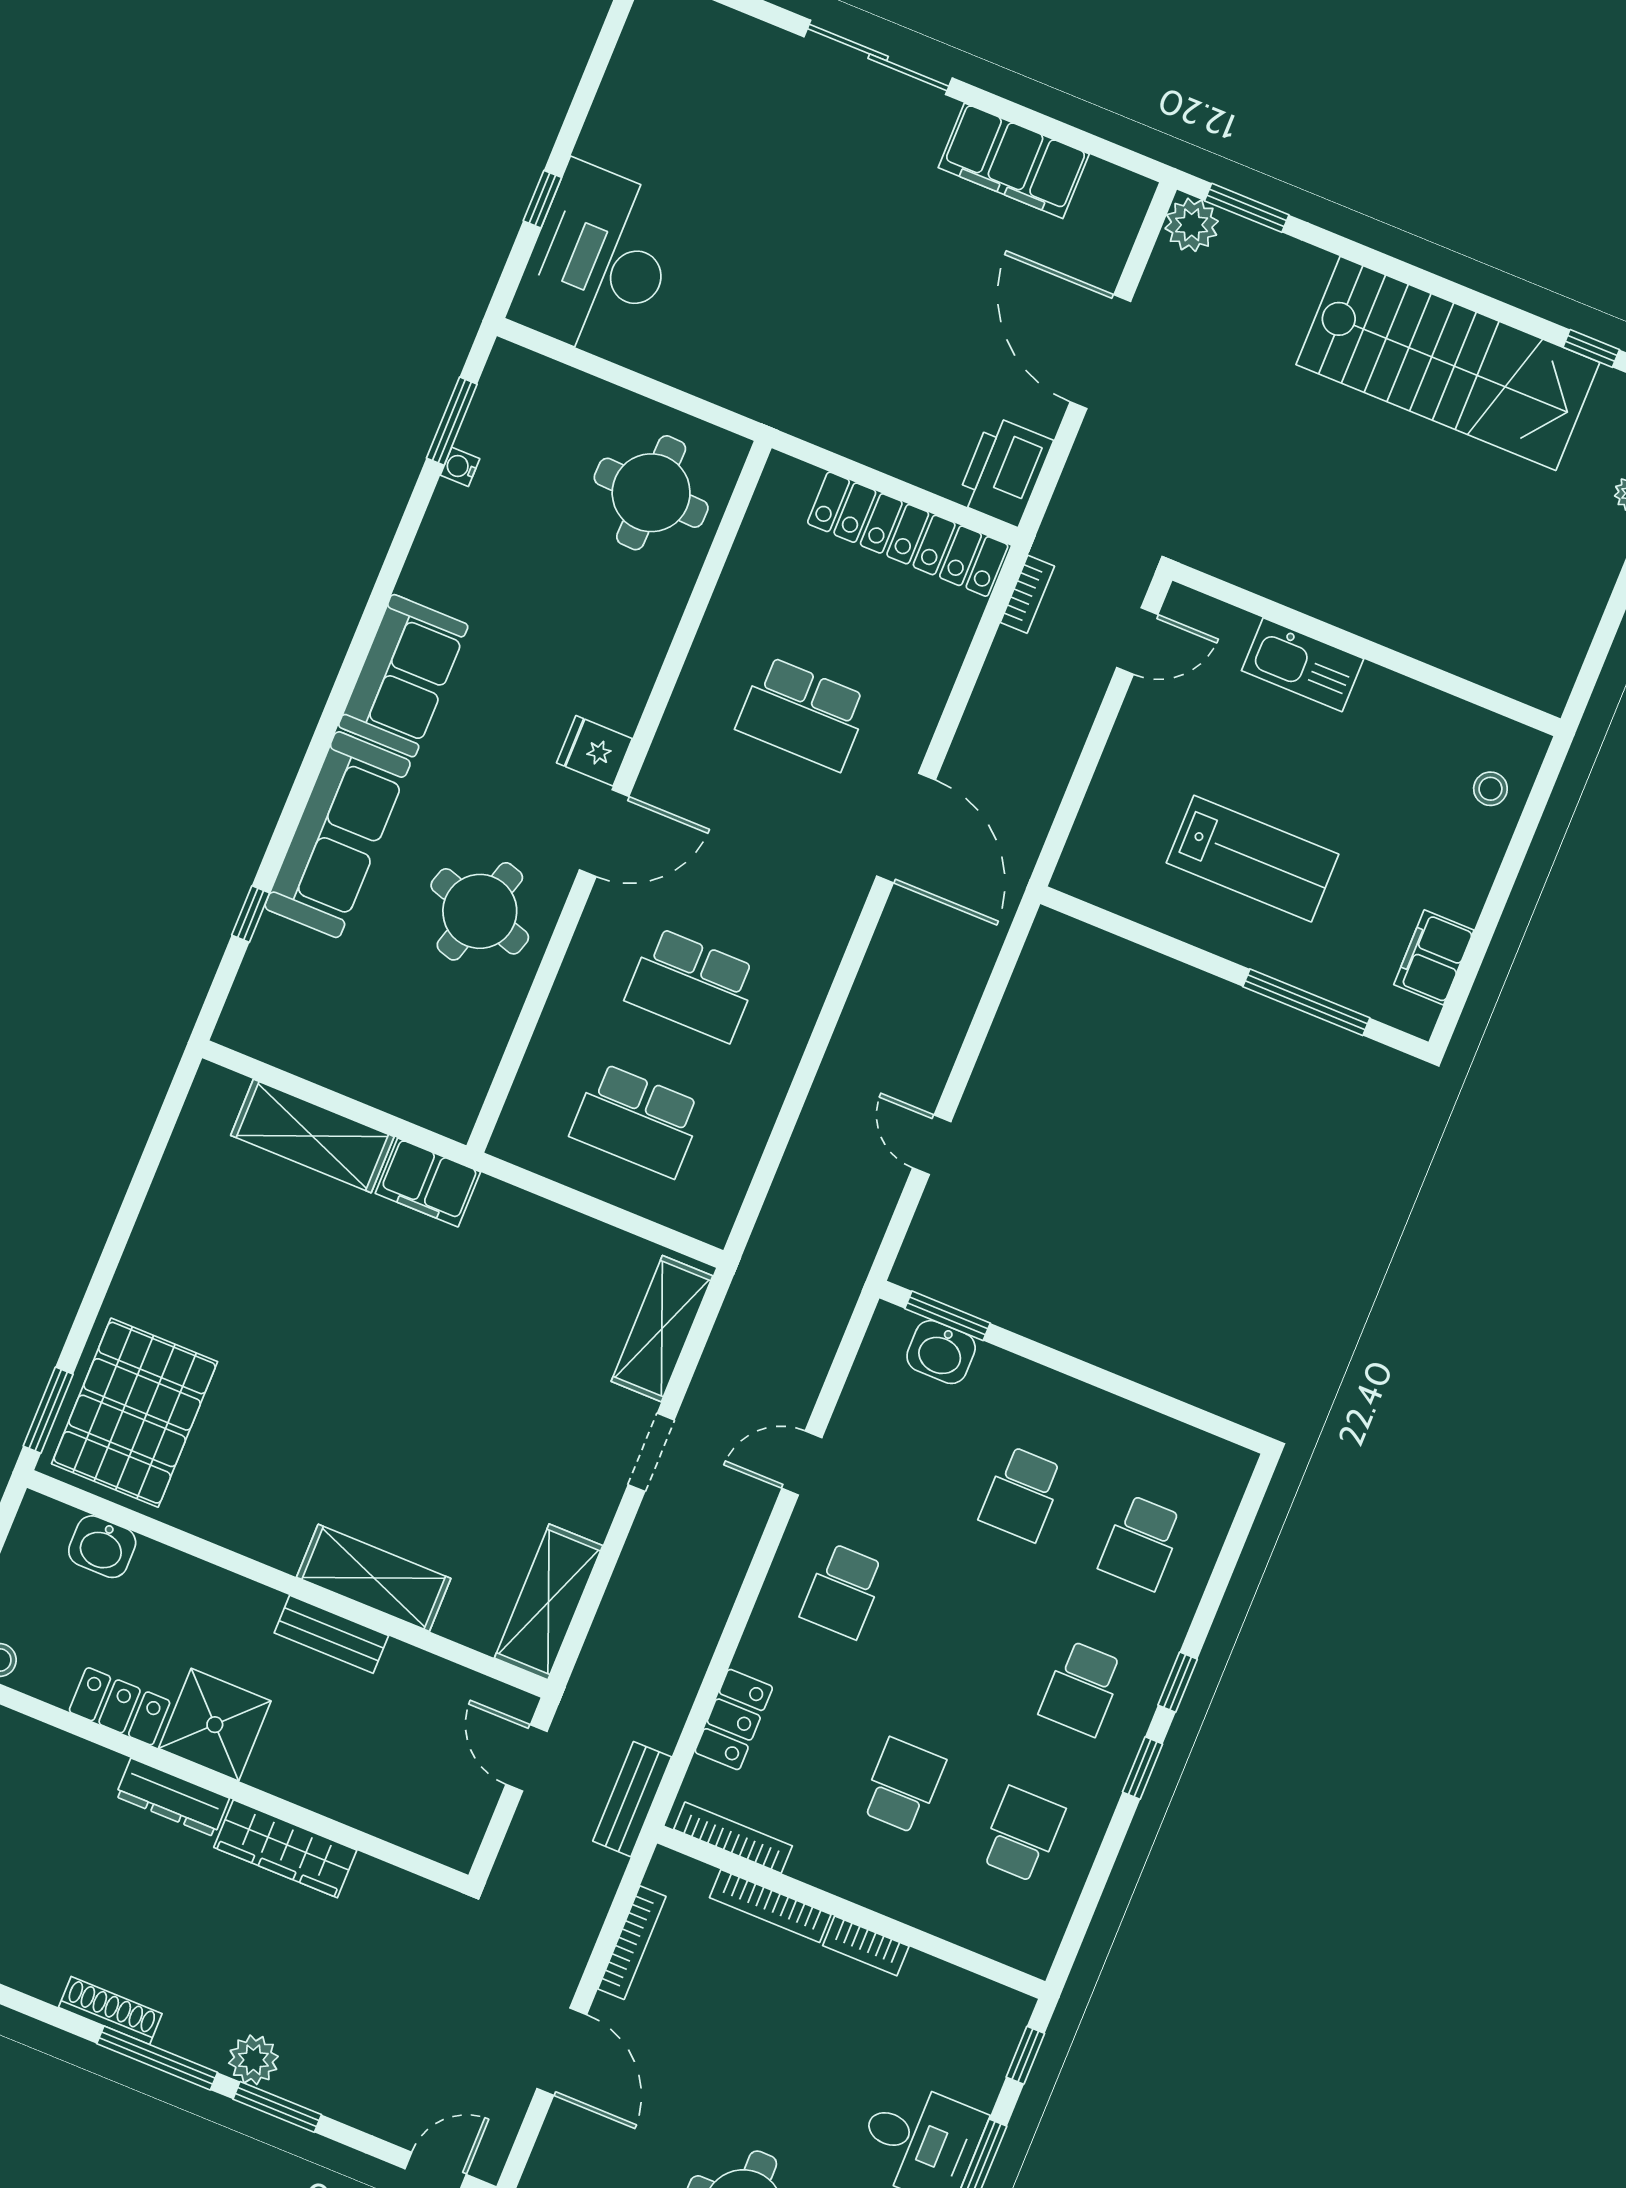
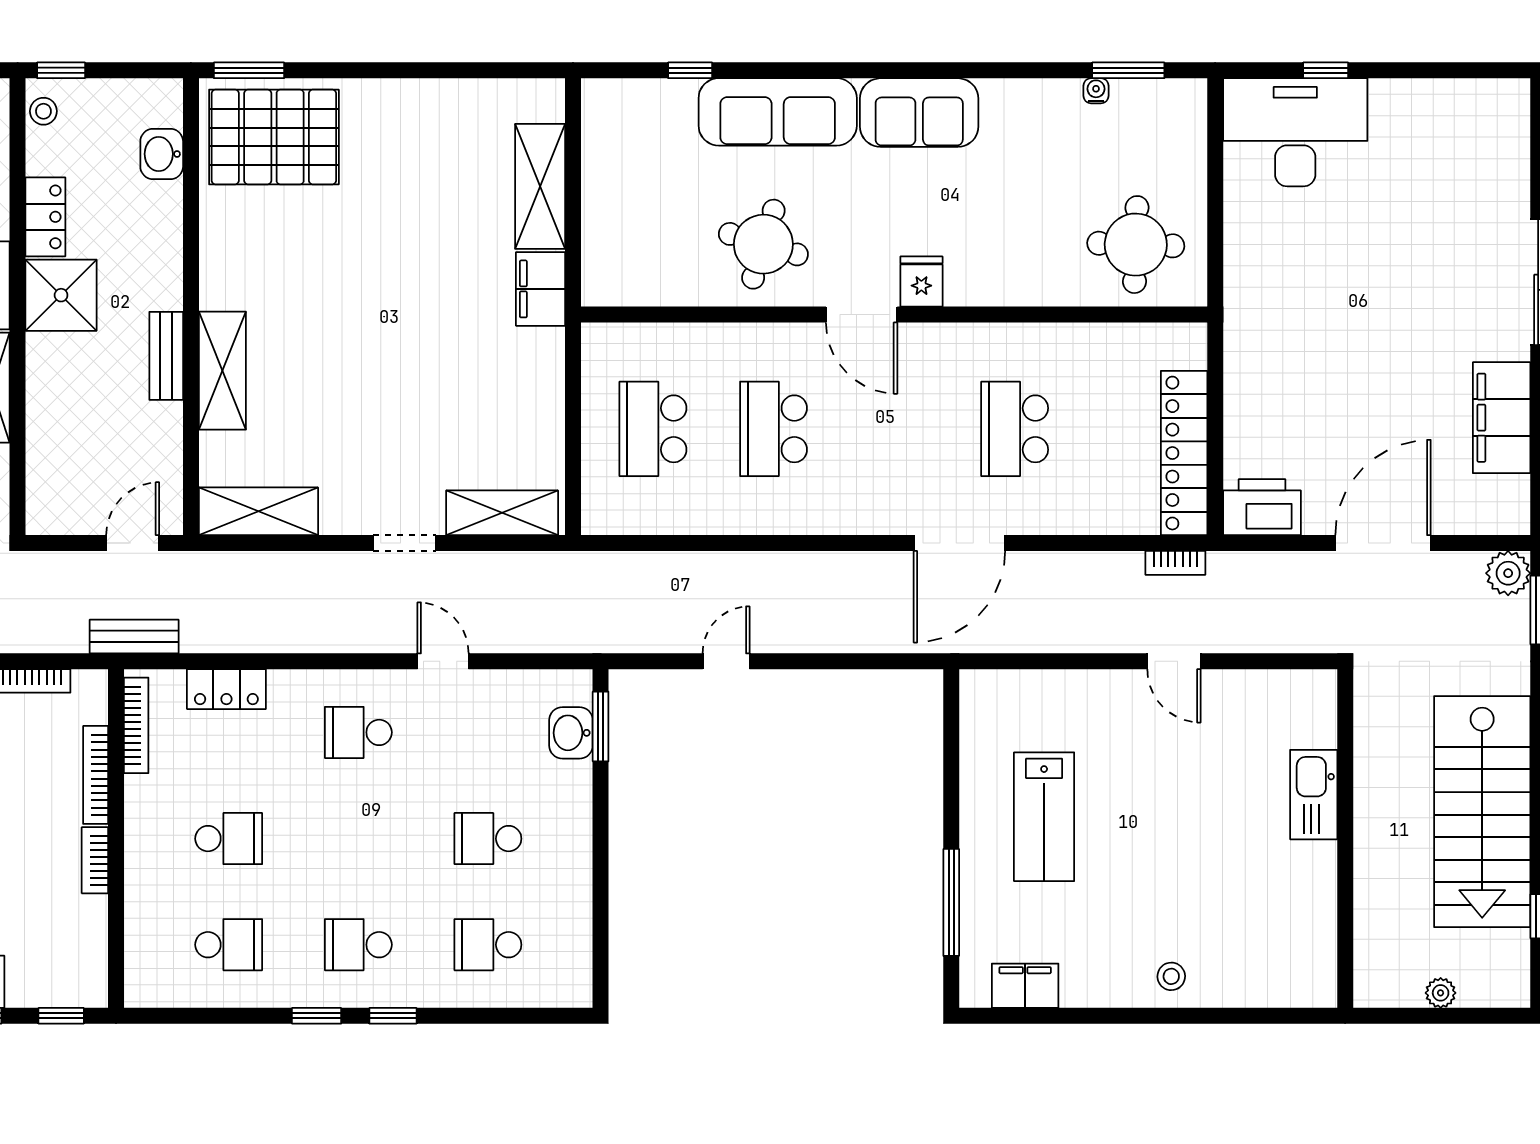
wall: (1366, 649) -> (1345, 839), moved
kitchen sink: (1303, 665) -> (1314, 795), moved

